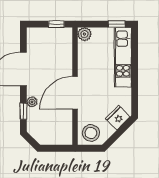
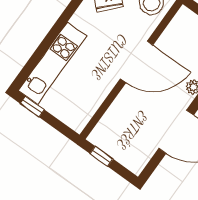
plant: (84, 34) -> (77, 122), removed

